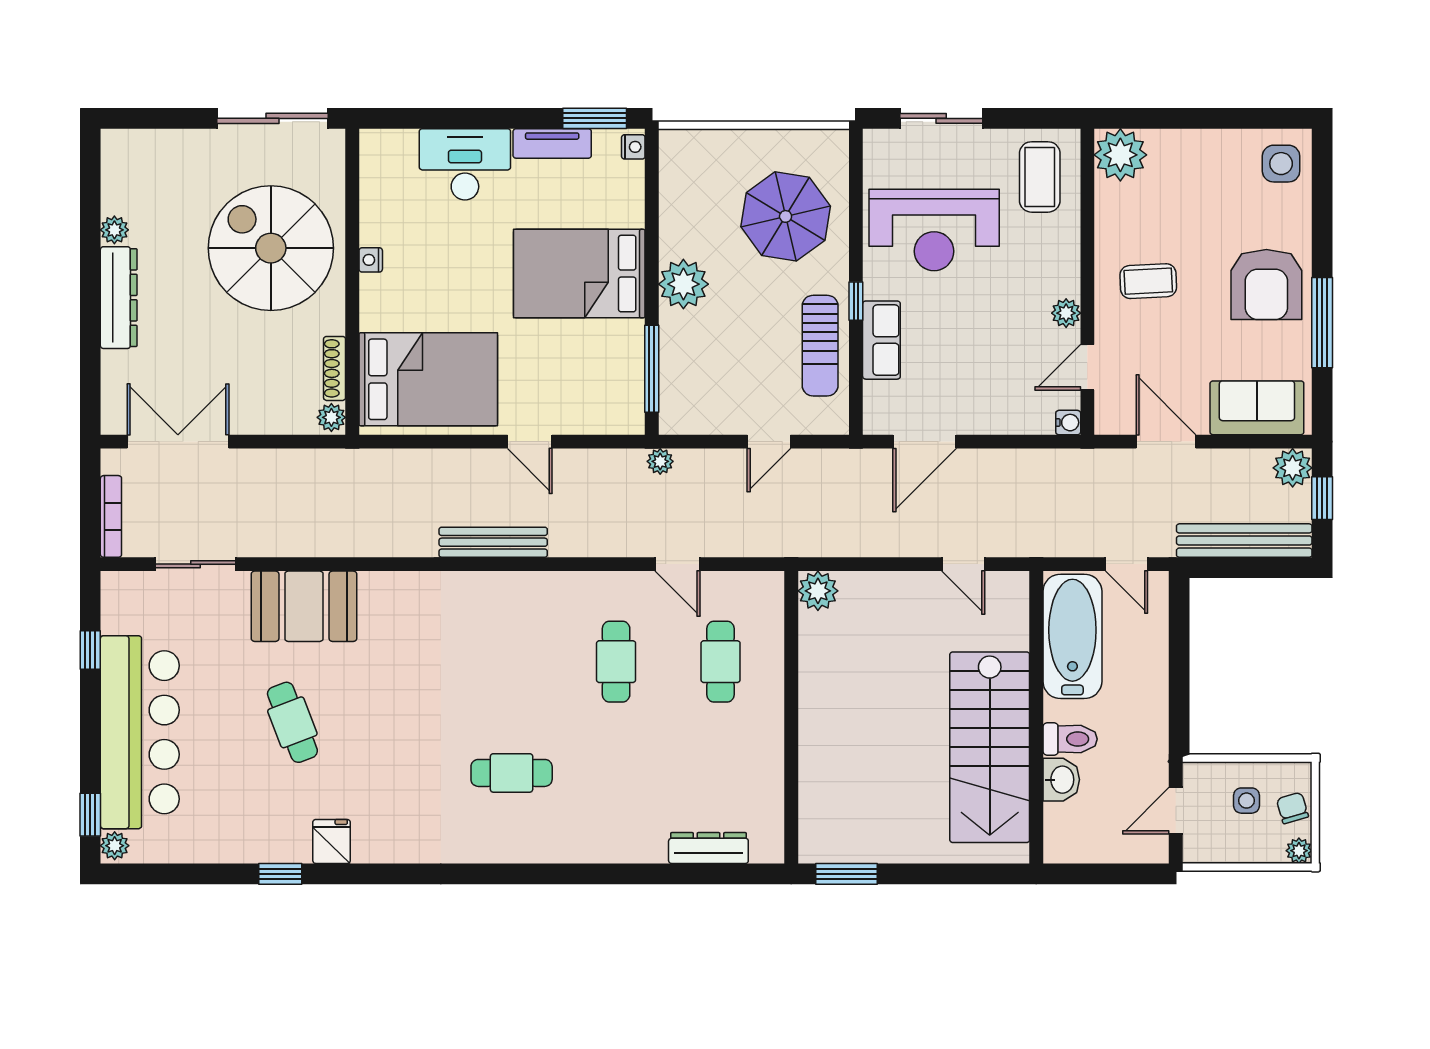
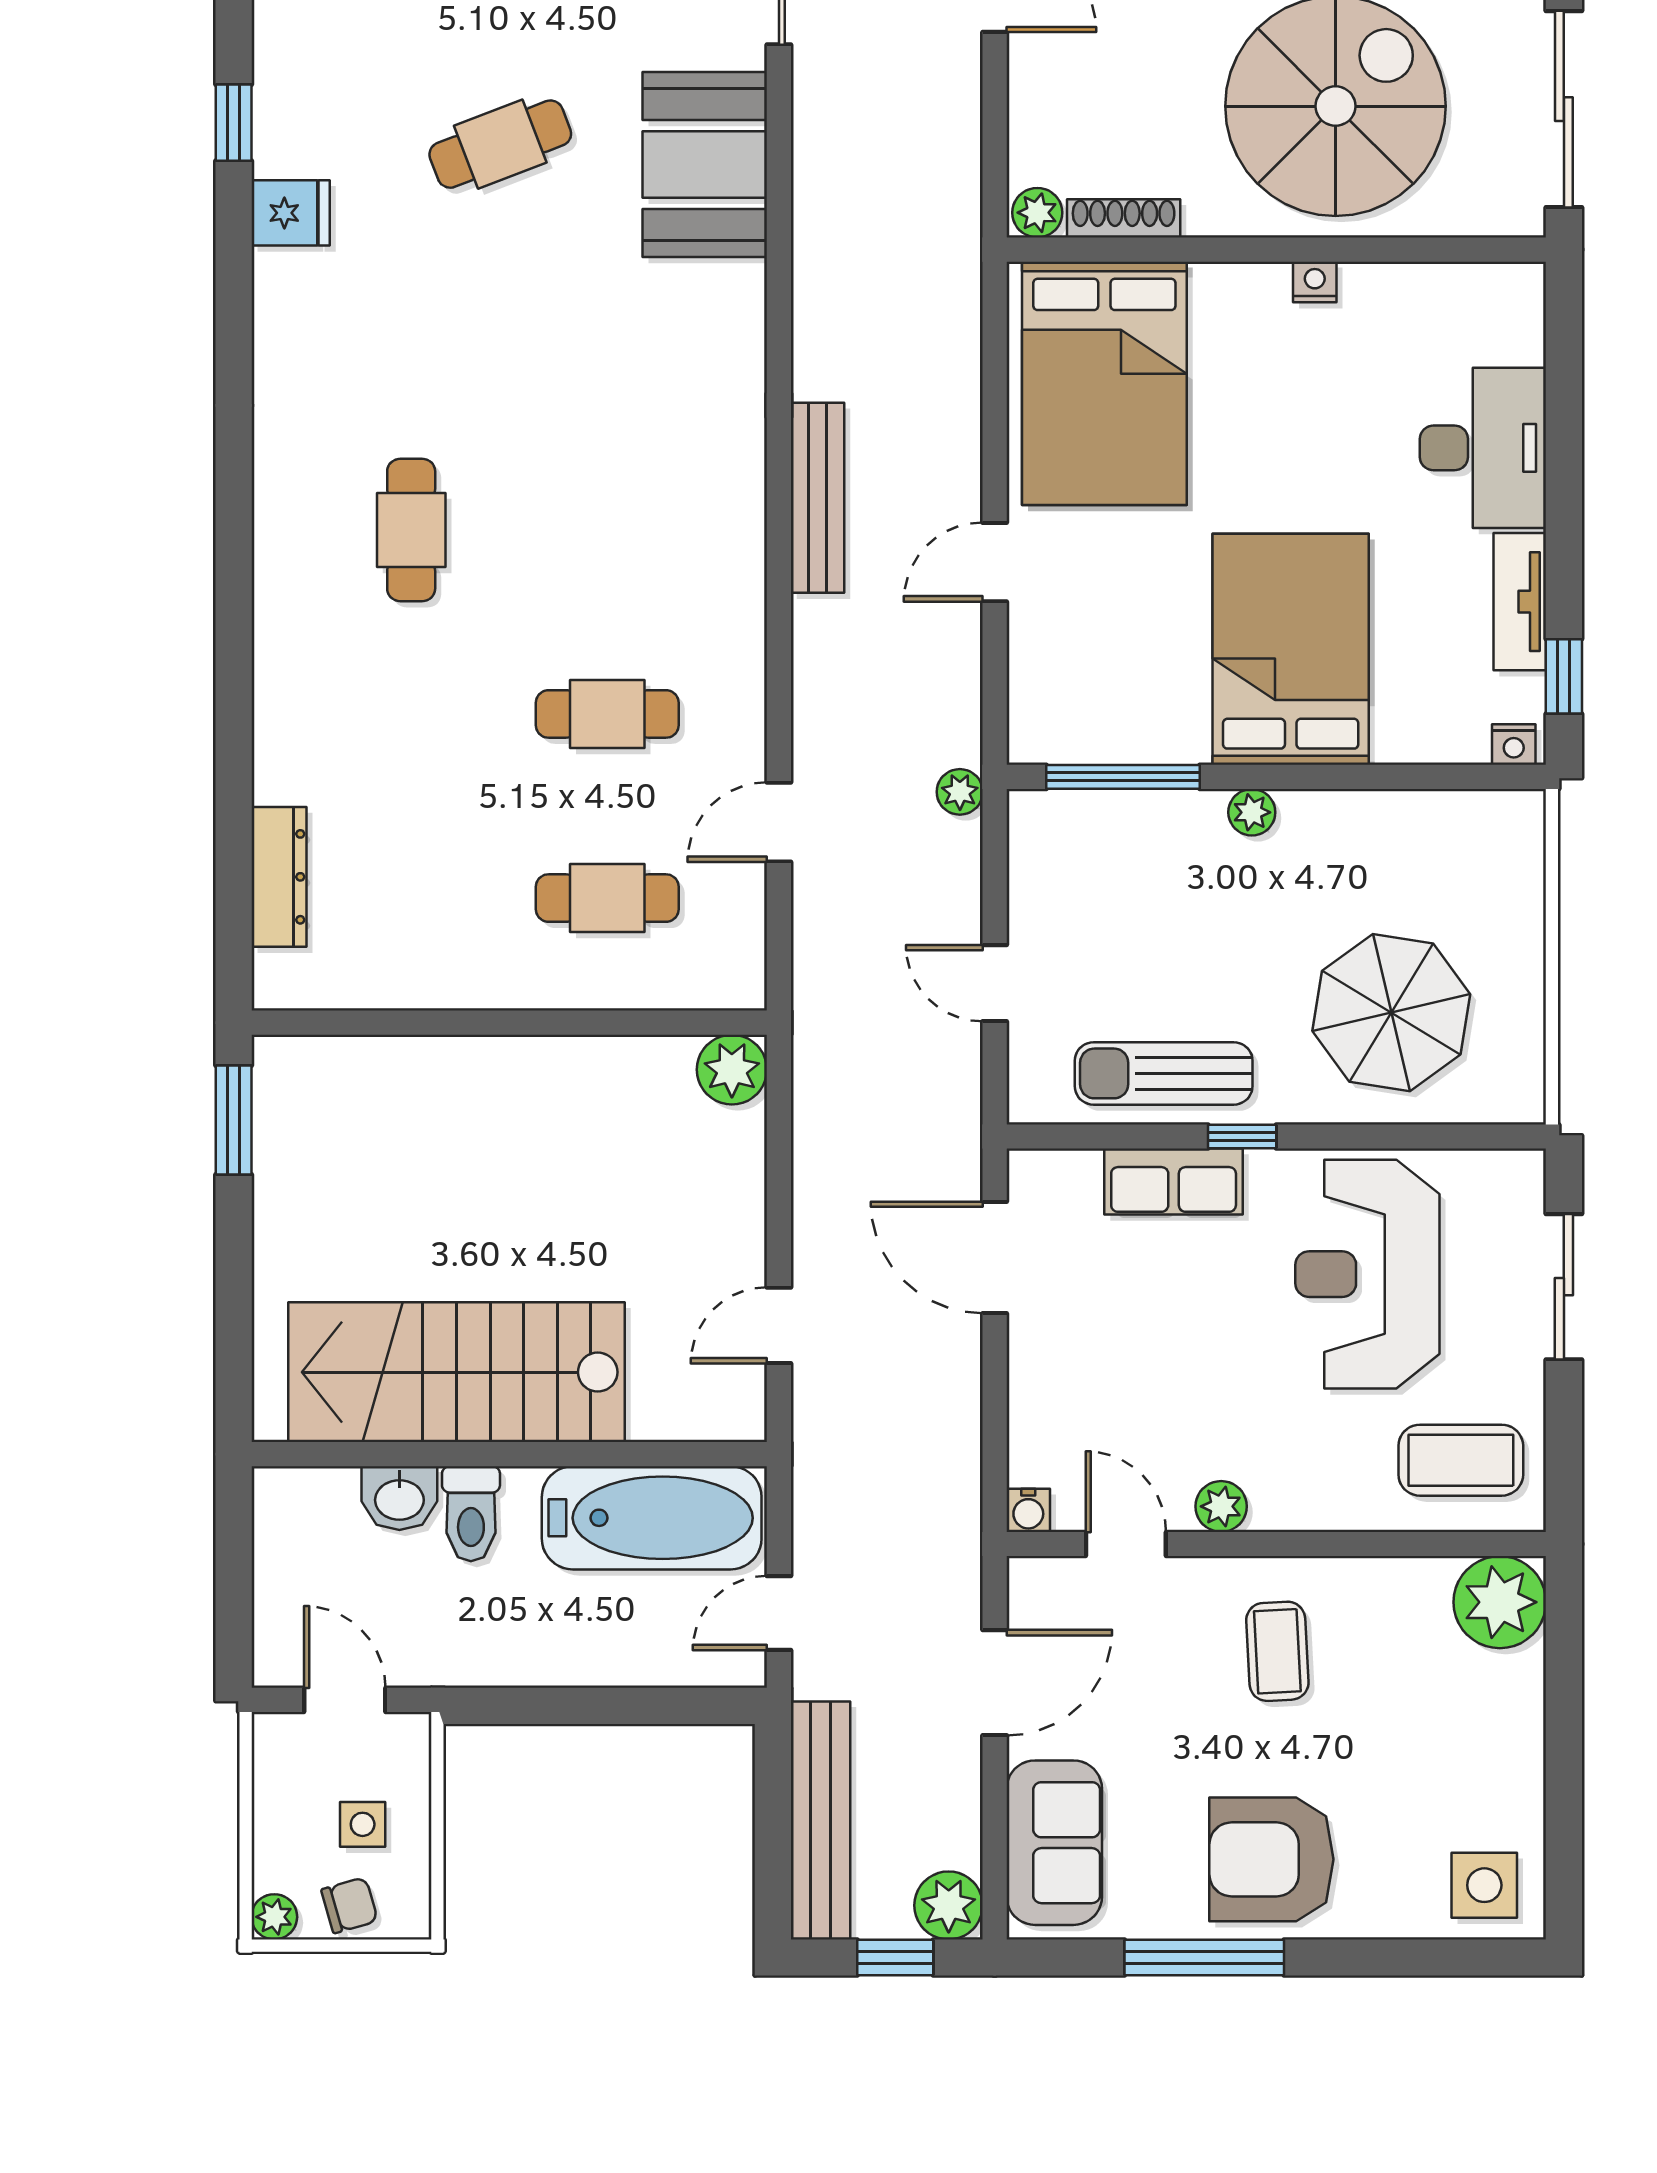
window: (595, 118) -> (1564, 676), width x0.67
plant: (683, 284) -> (1252, 812), width x0.53, depth x0.53

